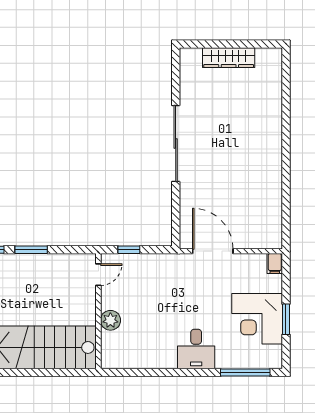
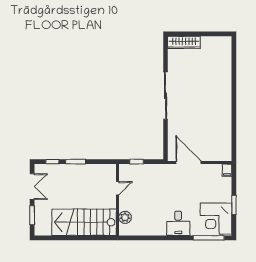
wardrobe: (229, 58) -> (184, 42), moved
door: (98, 275) -> (117, 188), moved
corner desk: (257, 319) -> (216, 219), moved
plant: (110, 320) -> (125, 217), moved

